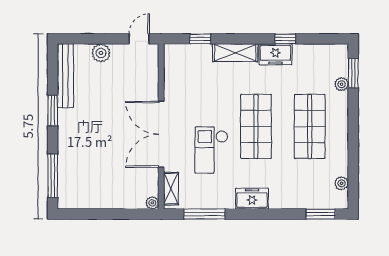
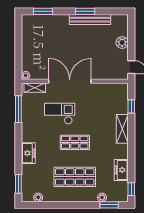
window: (285, 39) -> (131, 189), moved
freezer: (275, 54) -> (121, 170), moved
bench: (65, 76) -> (90, 20), moved
shop shelf: (256, 126) -> (75, 142), width x0.70, depth x0.74
window: (53, 176) -> (43, 11), width x0.69
freezer: (252, 199) -> (28, 153), moved

